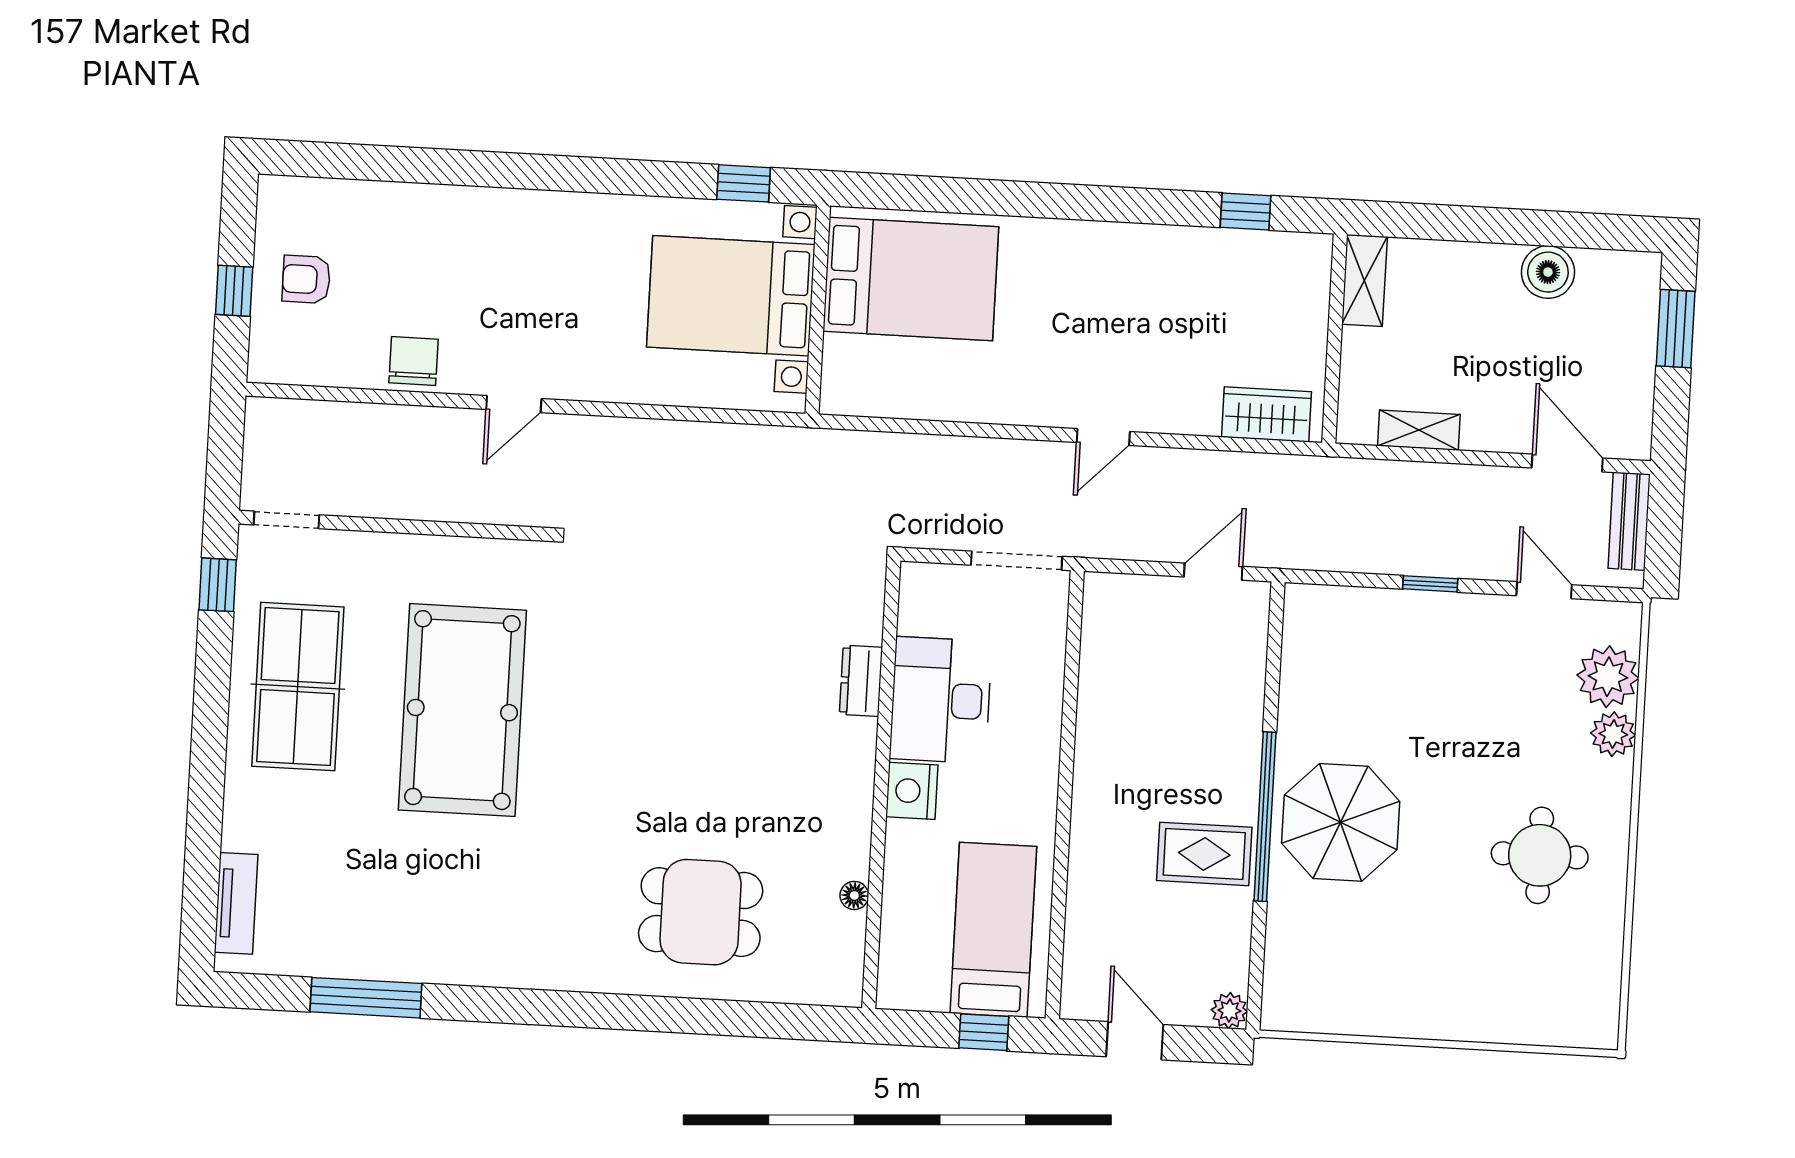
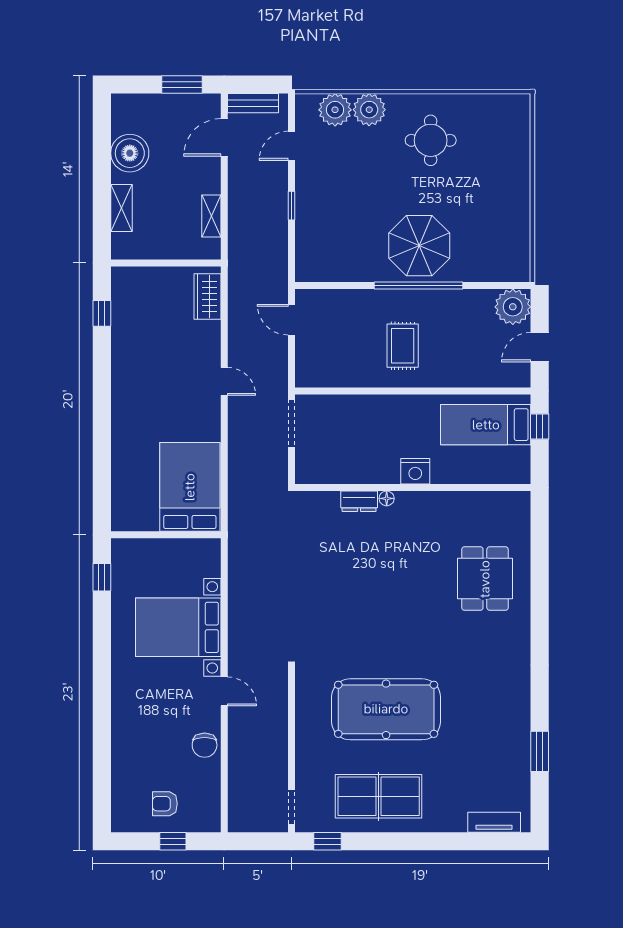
boiler: (1548, 272) -> (130, 153), width x1.37, depth x1.37
armchair: (306, 279) -> (165, 804), turned 90
bed: (911, 279) -> (190, 487), moved
shelving: (1364, 280) -> (121, 208), moved, turned 90
bed with nightstands: (731, 296) -> (178, 627), moved, turned 90
window: (1676, 329) -> (182, 85), moved
chair: (414, 361) -> (205, 745), turned -90
desk: (941, 700) -> (367, 459), removed
plant: (1613, 734) -> (369, 110), width x1.36, depth x1.36
rug: (1204, 854) -> (403, 346), moved
floor lamp: (854, 895) -> (387, 498), moved
window: (366, 998) -> (540, 751), width x0.69
plant: (1229, 1011) -> (513, 307), width x1.87, depth x1.87

